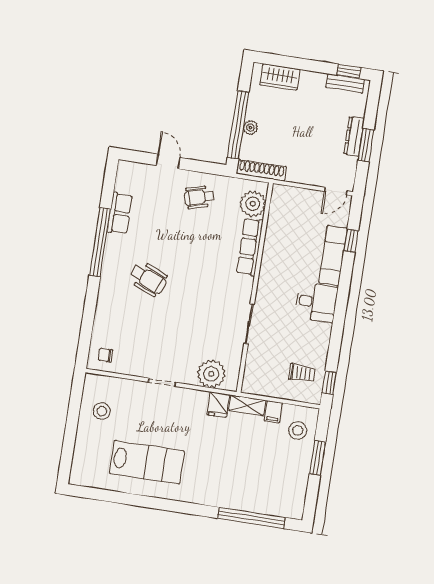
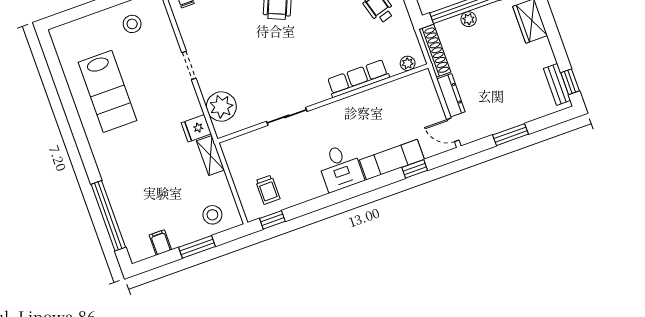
dresser: (354, 136) -> (451, 95), moved, turned 90
plant: (253, 204) -> (408, 63), width x0.53, depth x0.53
filing cabinet: (273, 412) -> (160, 242), moved, turned 90

